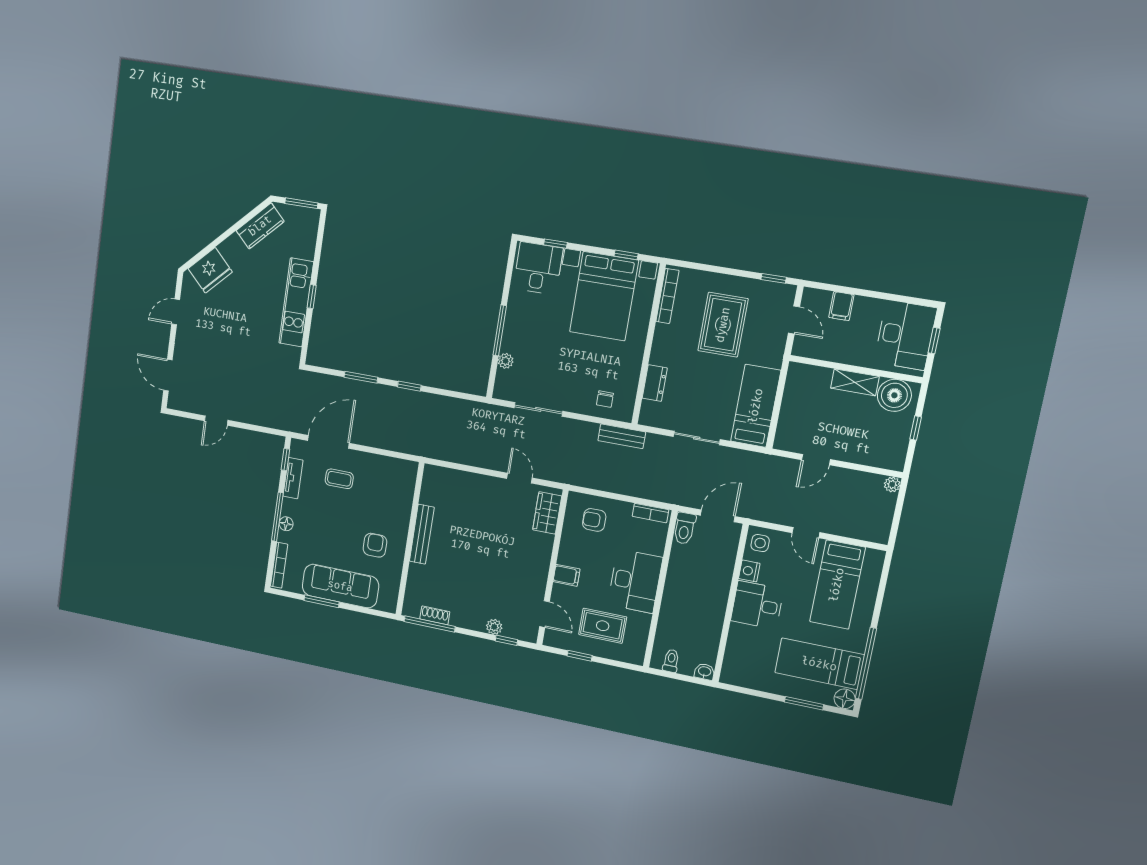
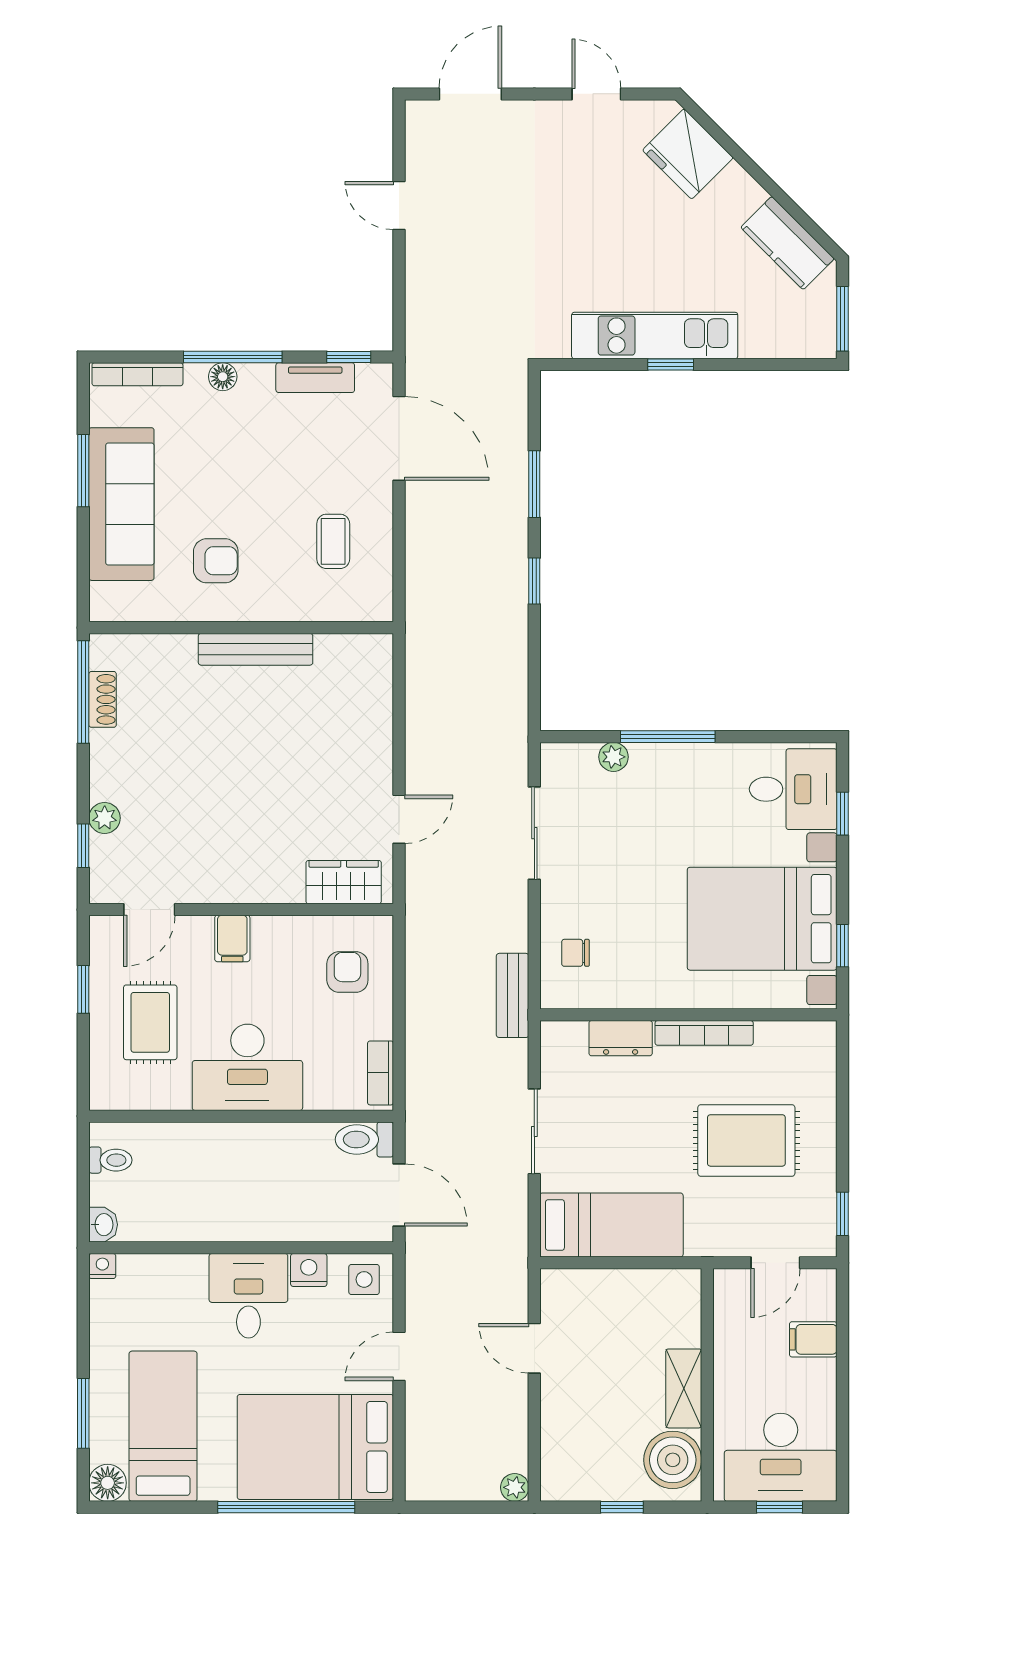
bookcase: (667, 296) -> (704, 1033), moved
coffee table: (339, 479) -> (333, 541), moved
bed: (837, 585) -> (315, 1447), width x1.50
window: (866, 664) -> (286, 1507), moved
nightstand: (727, 677) -> (102, 1266), added

